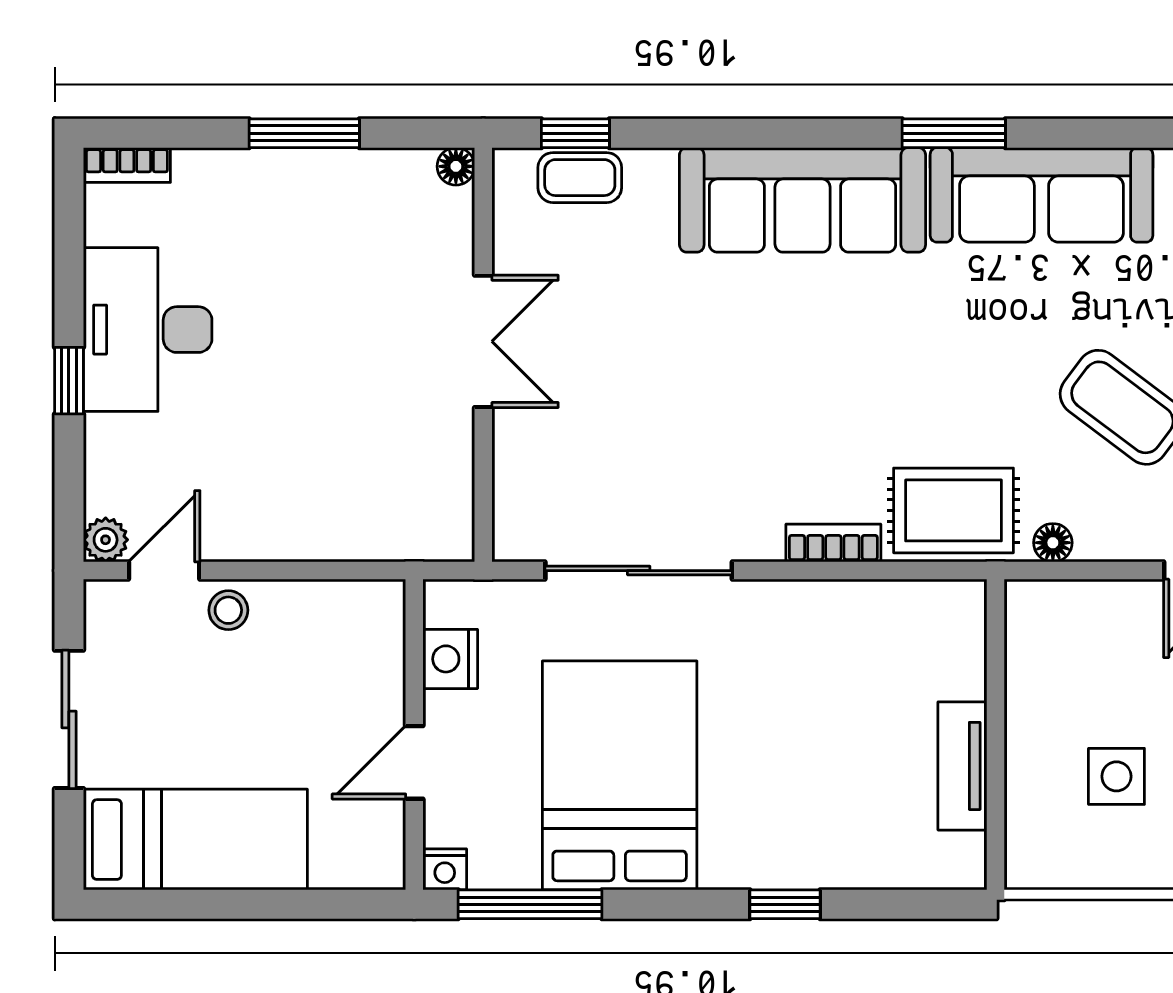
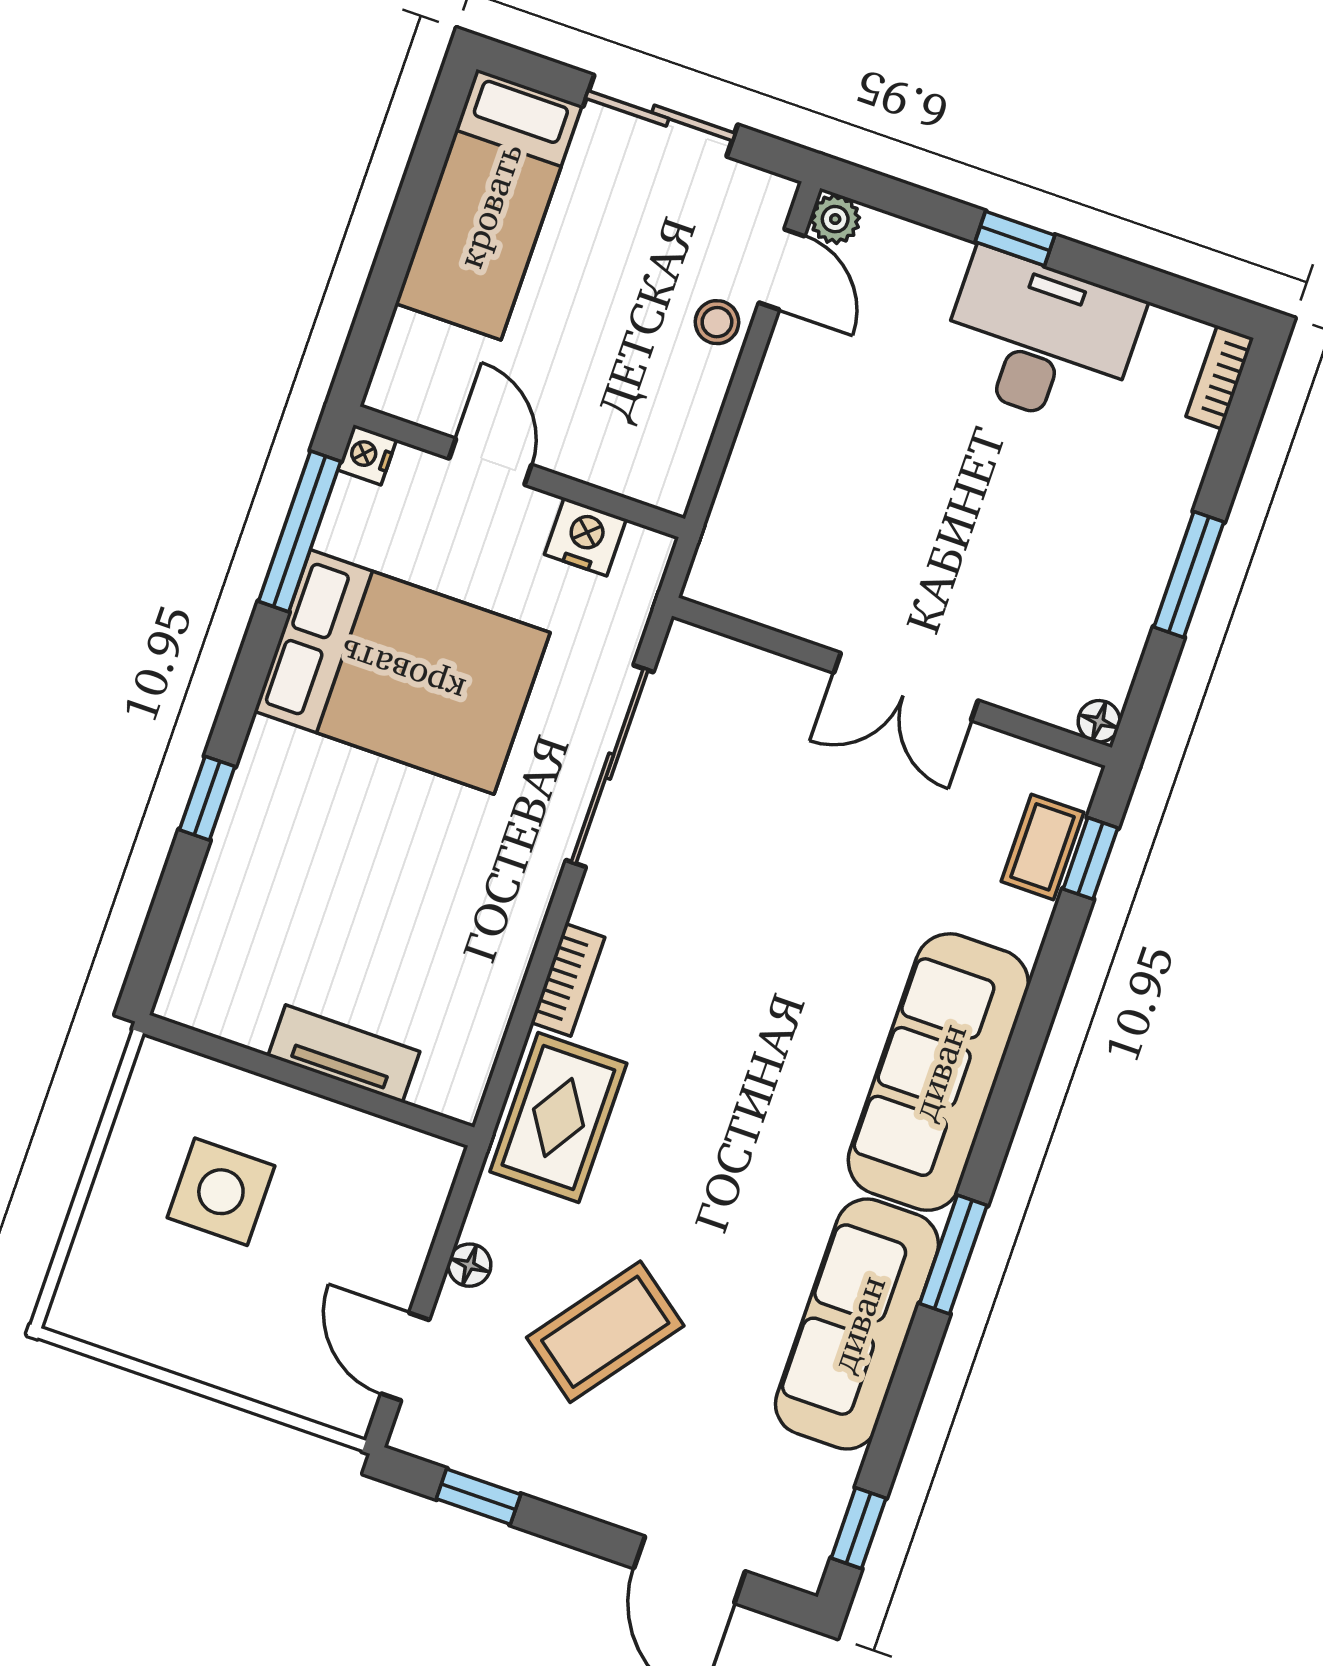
floor lamp: (1053, 543) -> (469, 1265), moved
tv unit: (962, 766) -> (344, 1054), moved
side table: (1116, 776) -> (221, 1192), width x1.37, depth x1.37

